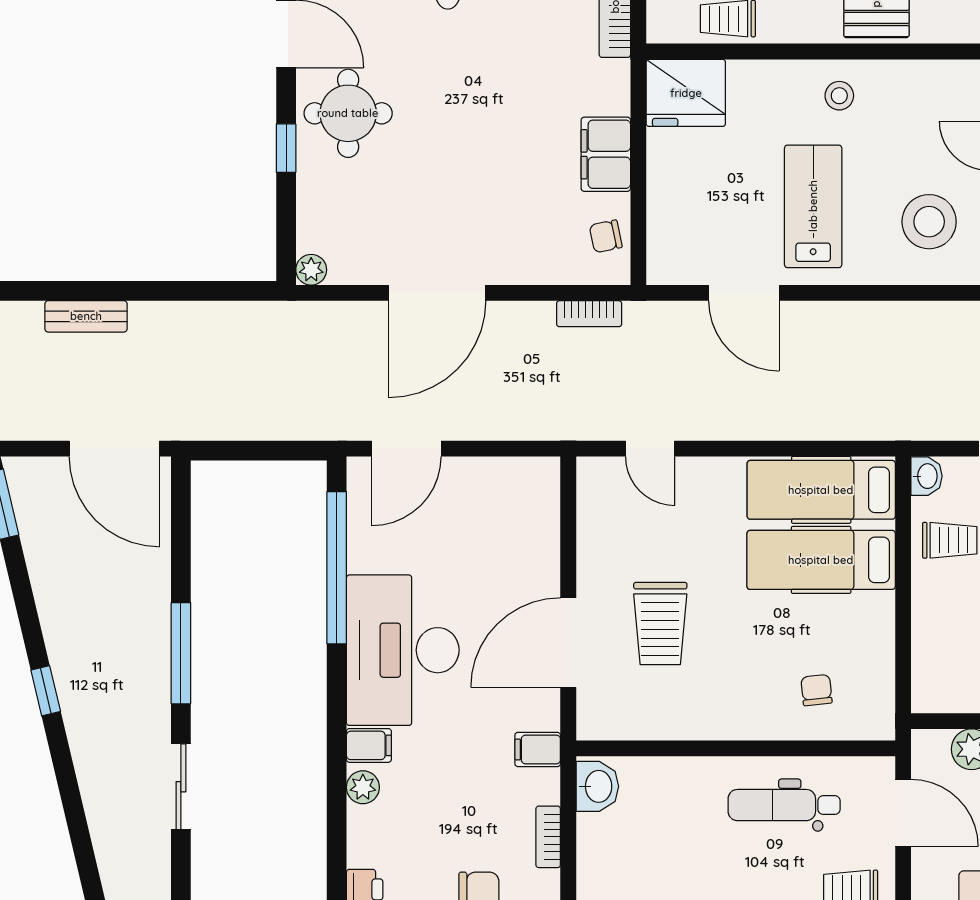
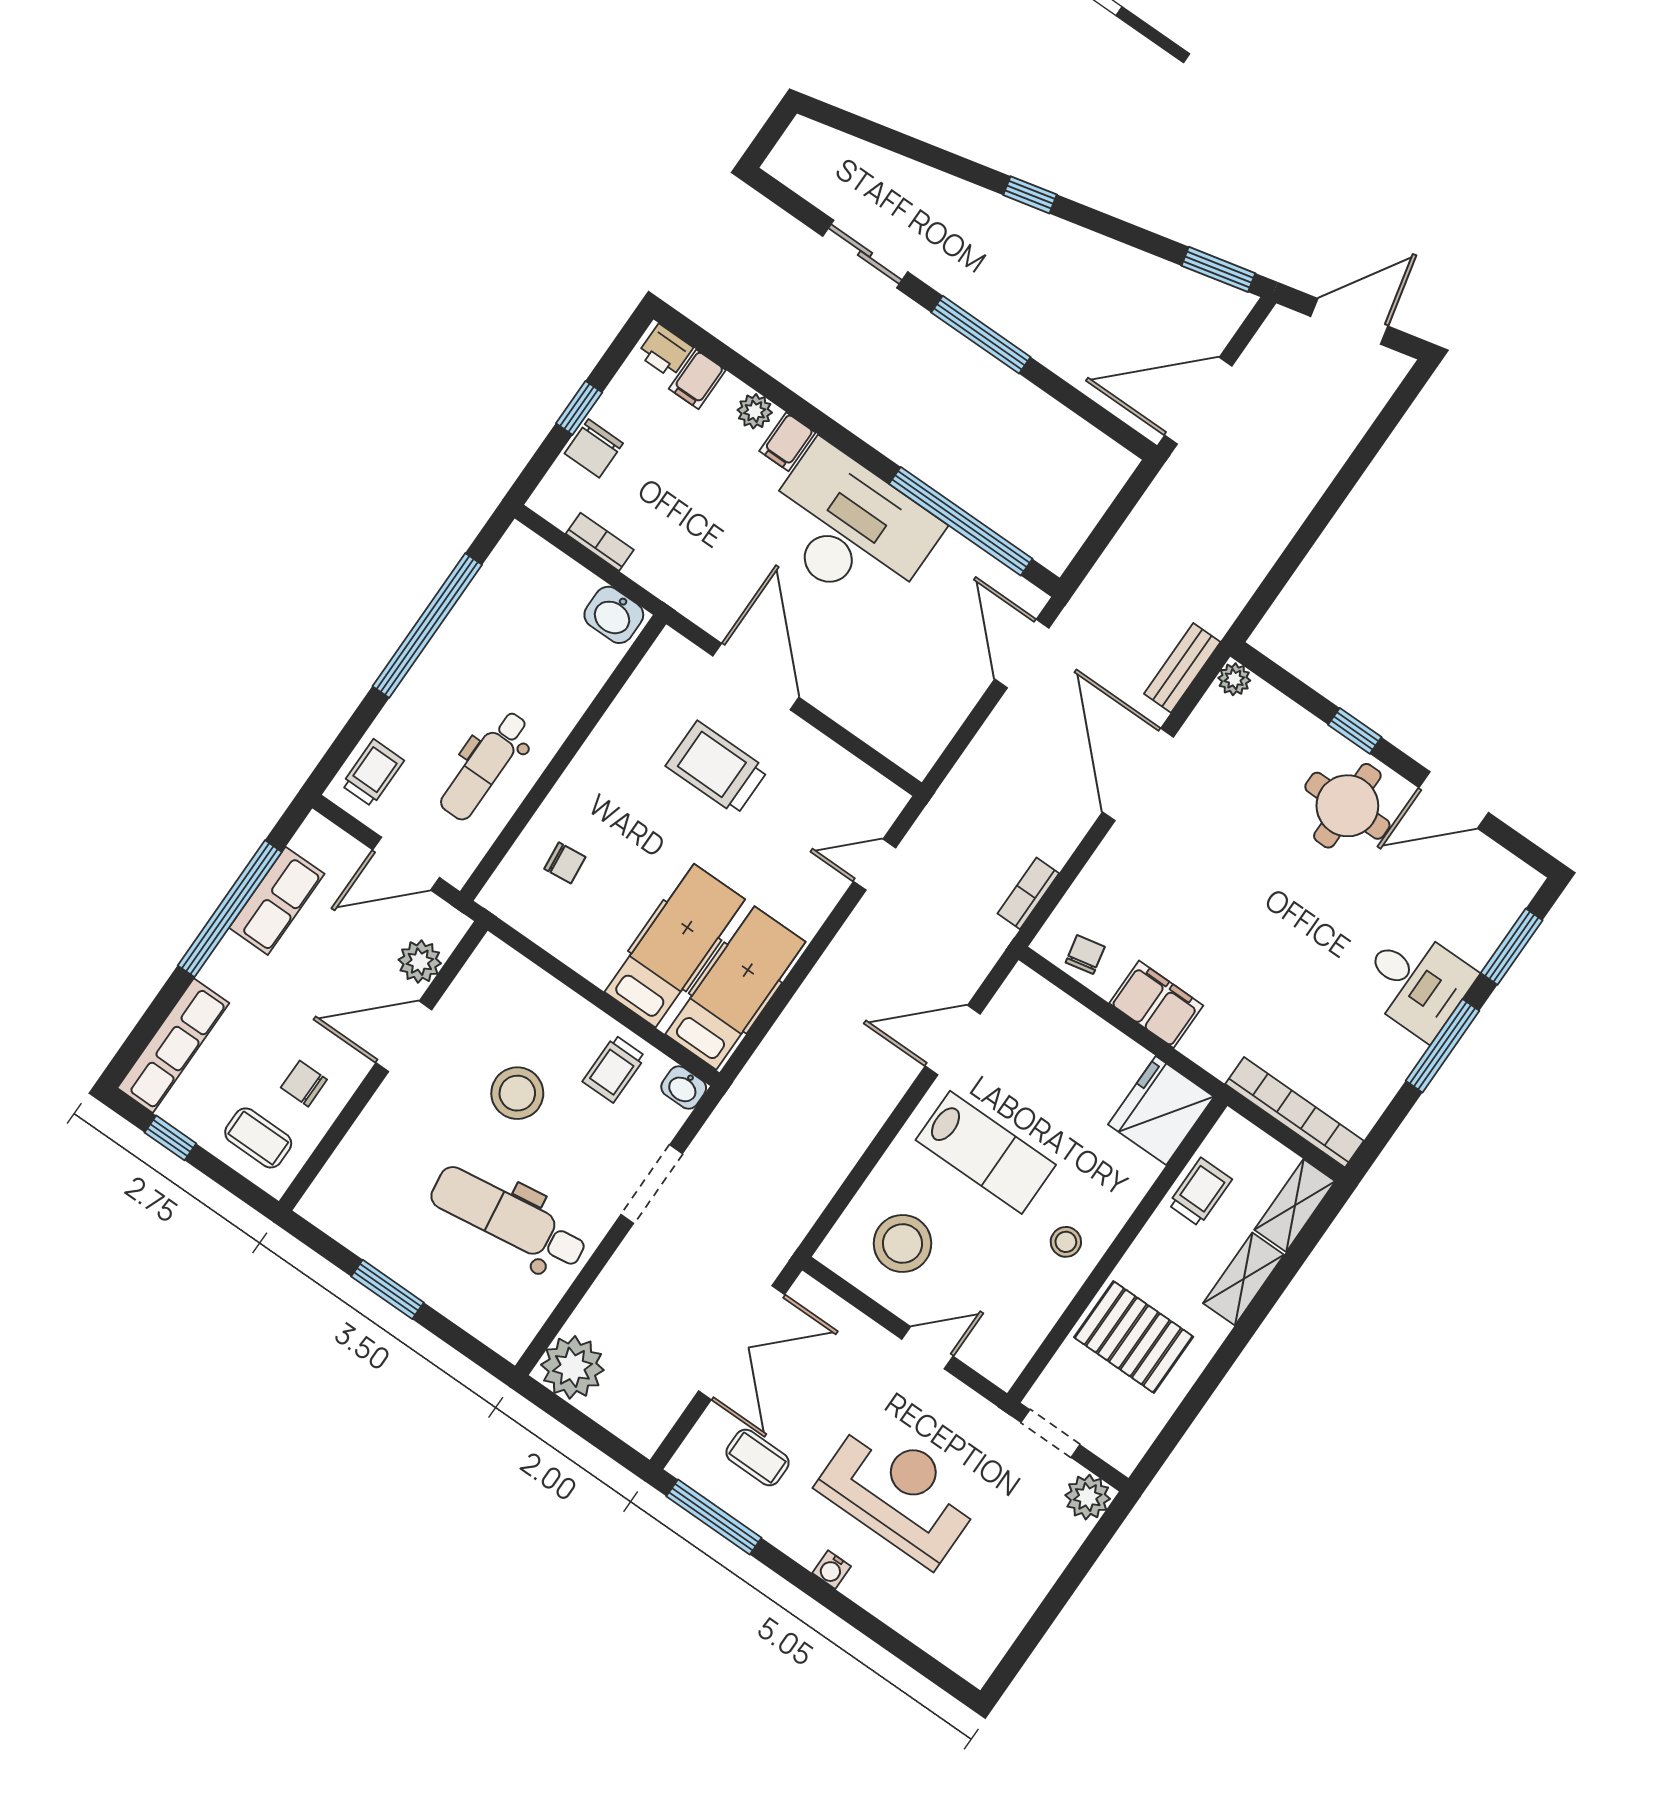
bench: (86, 316) -> (1182, 668), moved
filing cabinet: (538, 749) -> (697, 379), moved, turned 180
dental chair: (784, 805) -> (485, 765), turned 180

